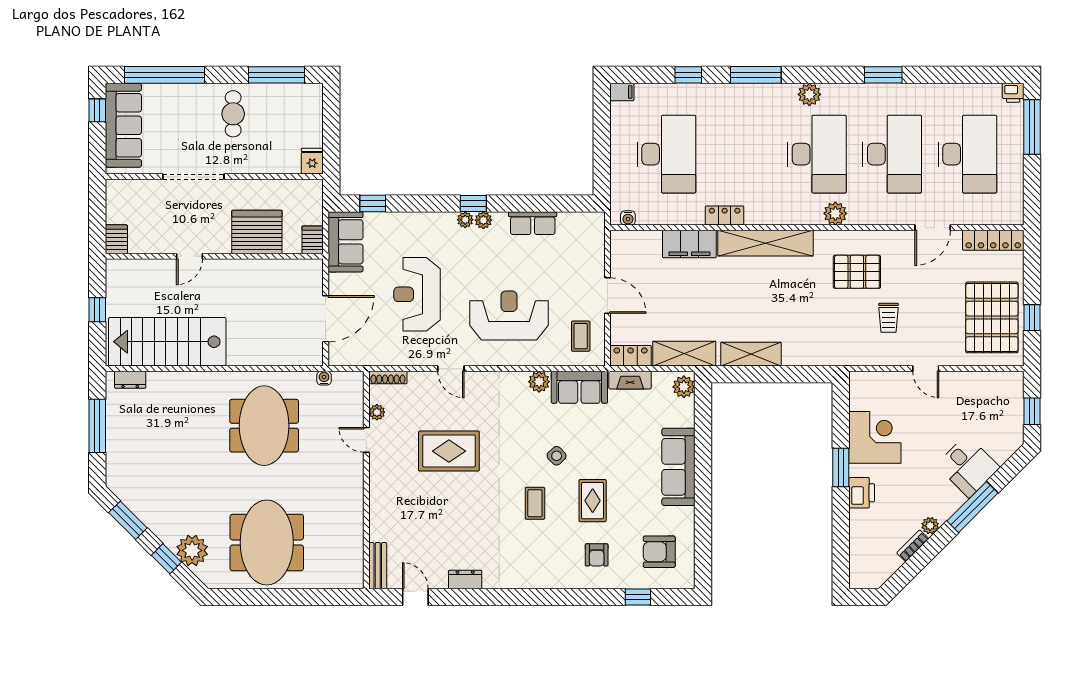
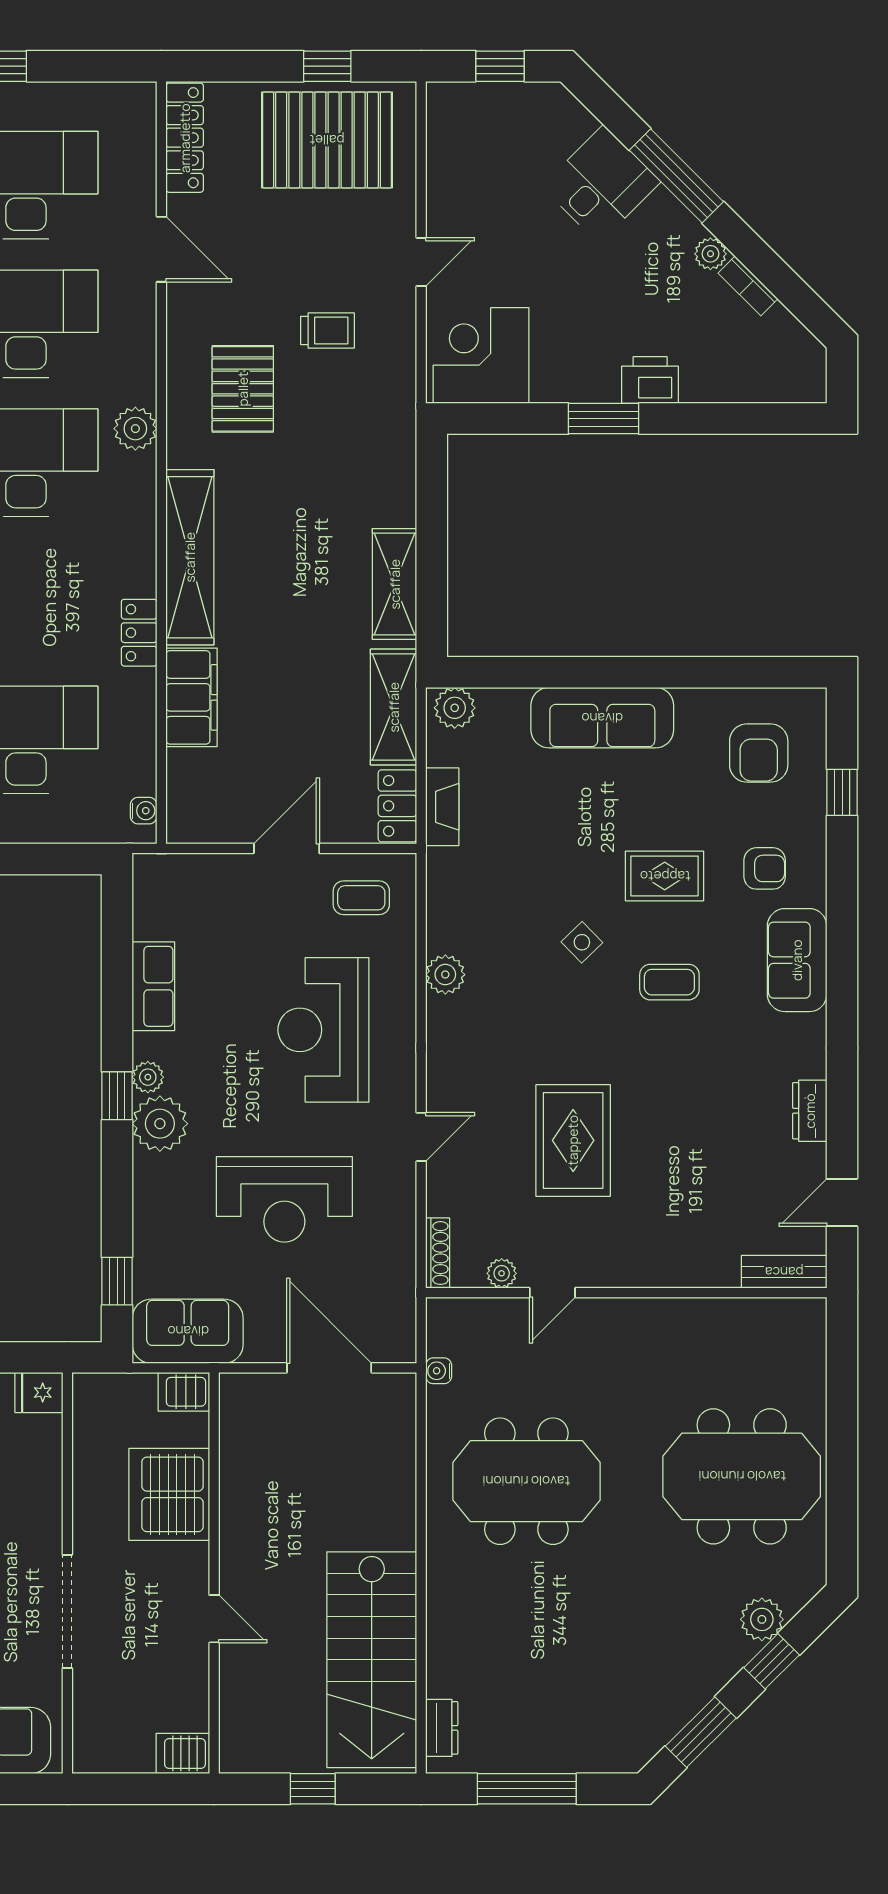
plant: (465, 220) -> (160, 1124), width x1.88, depth x1.88
sofa: (579, 387) -> (797, 960), moved, turned 180
corner desk: (875, 437) -> (481, 356), moved
plant: (192, 550) -> (762, 1619), width x0.73, depth x0.73

